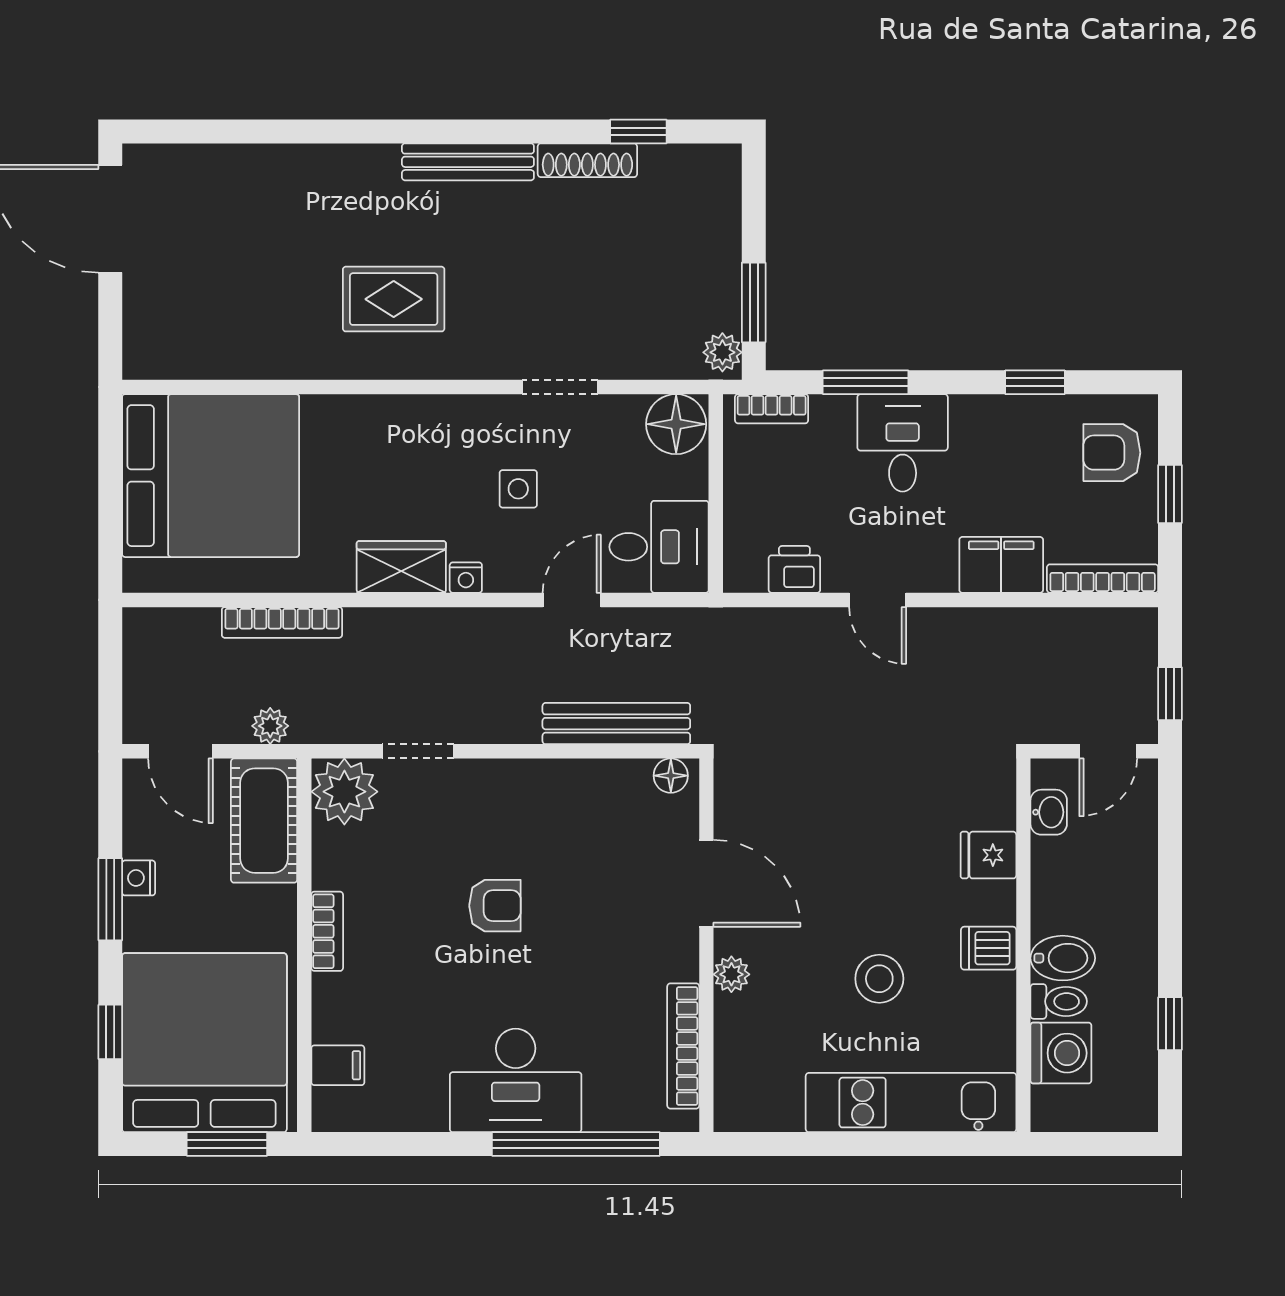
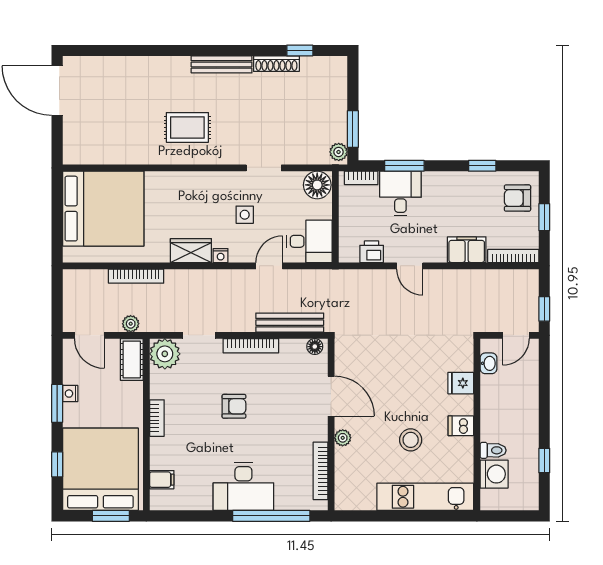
desk: (903, 443) -> (400, 194), moved
bookcase: (532, 774) -> (251, 346), added
cot: (264, 821) -> (132, 359), width x0.73, depth x0.75
bidet: (1063, 958) -> (495, 430), removed

